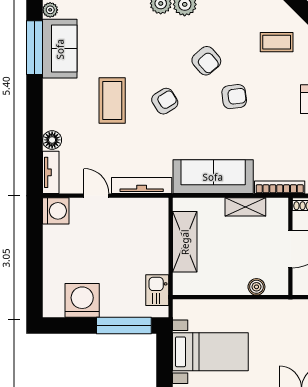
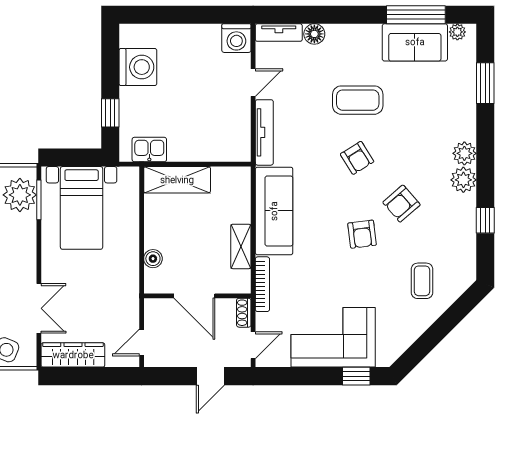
shelving: (185, 242) -> (177, 180), moved
window: (124, 326) -> (110, 113), width x0.46

